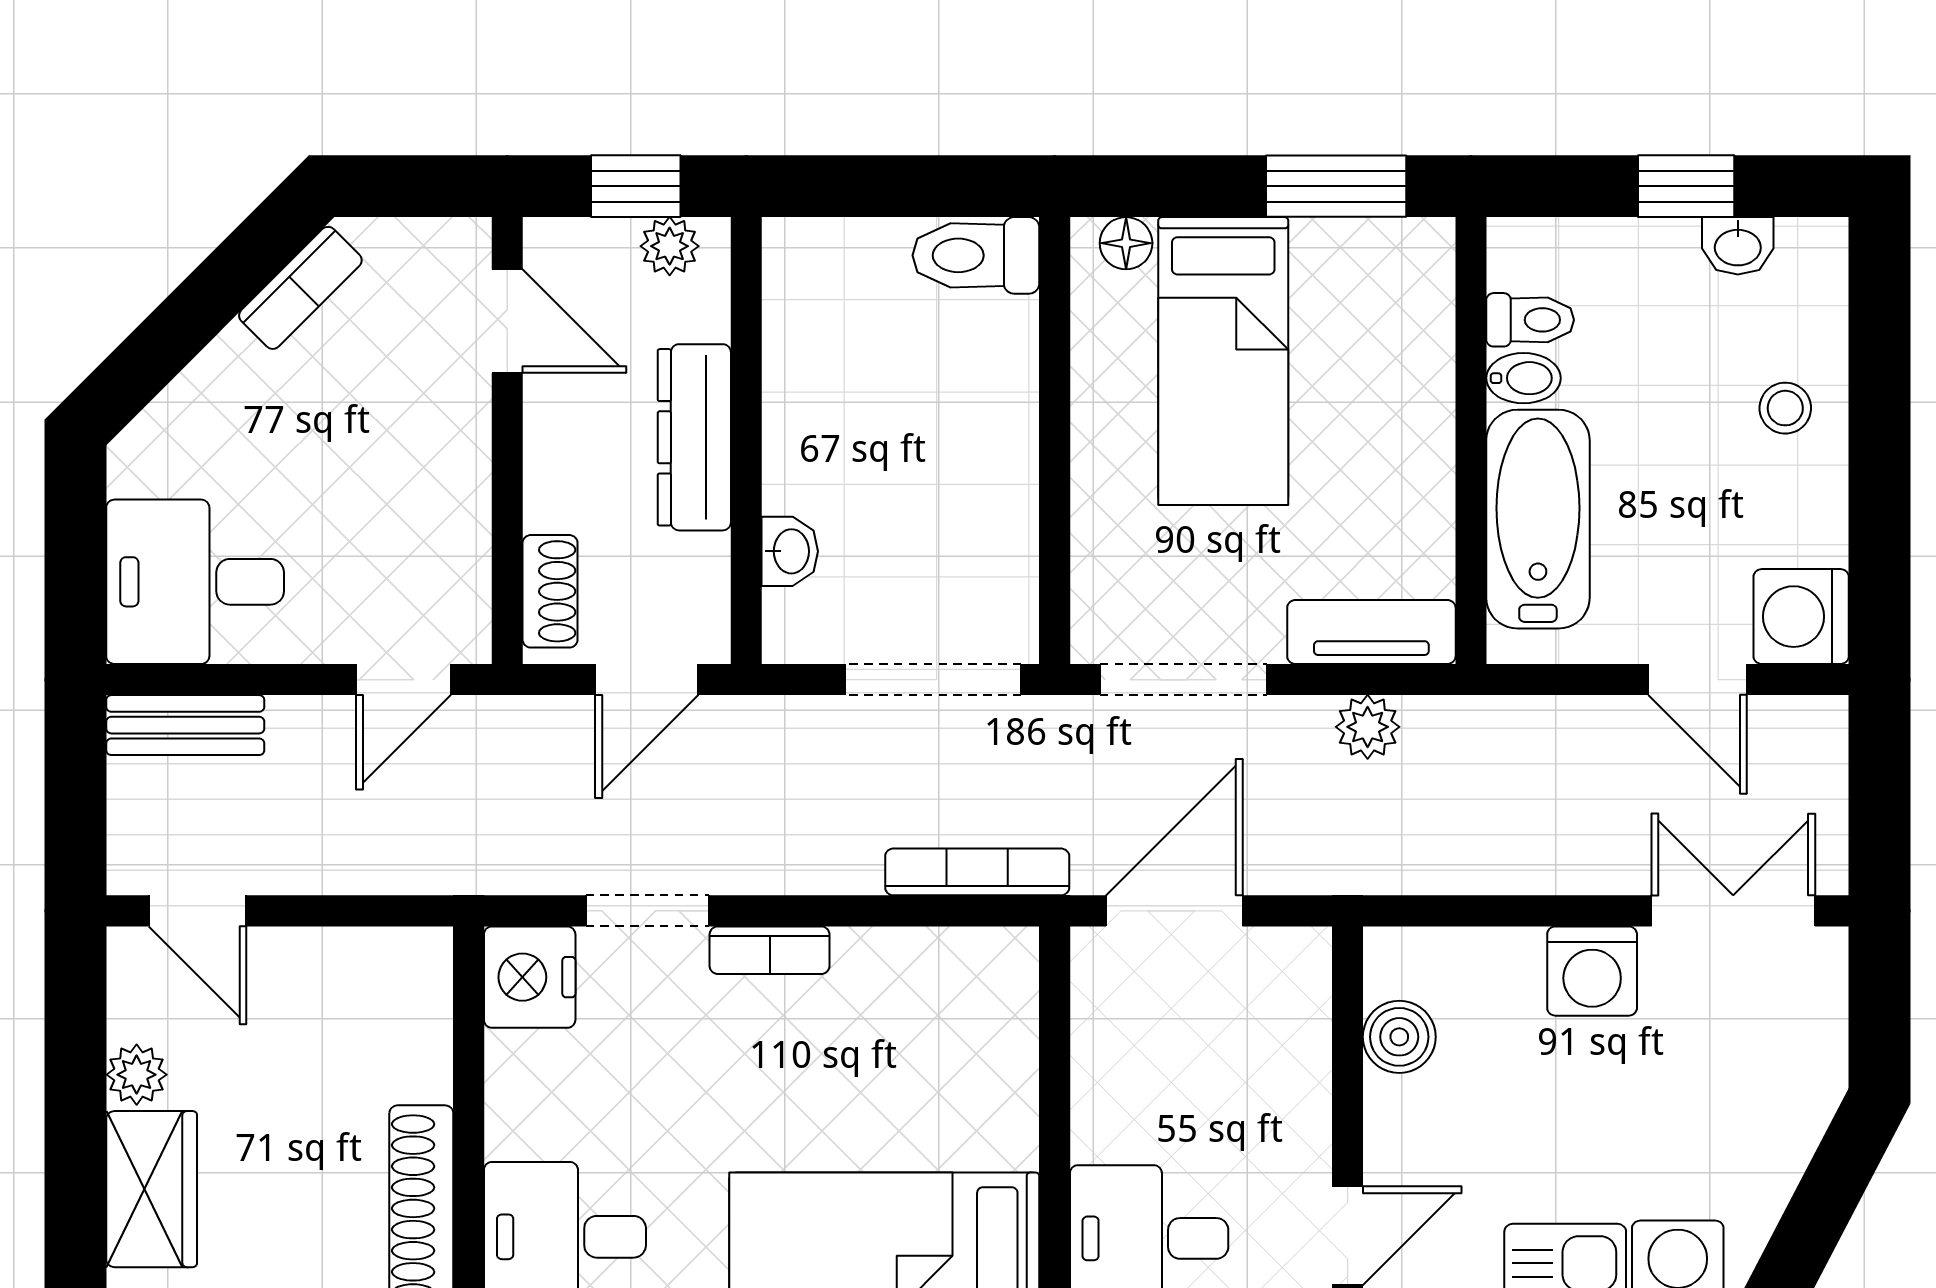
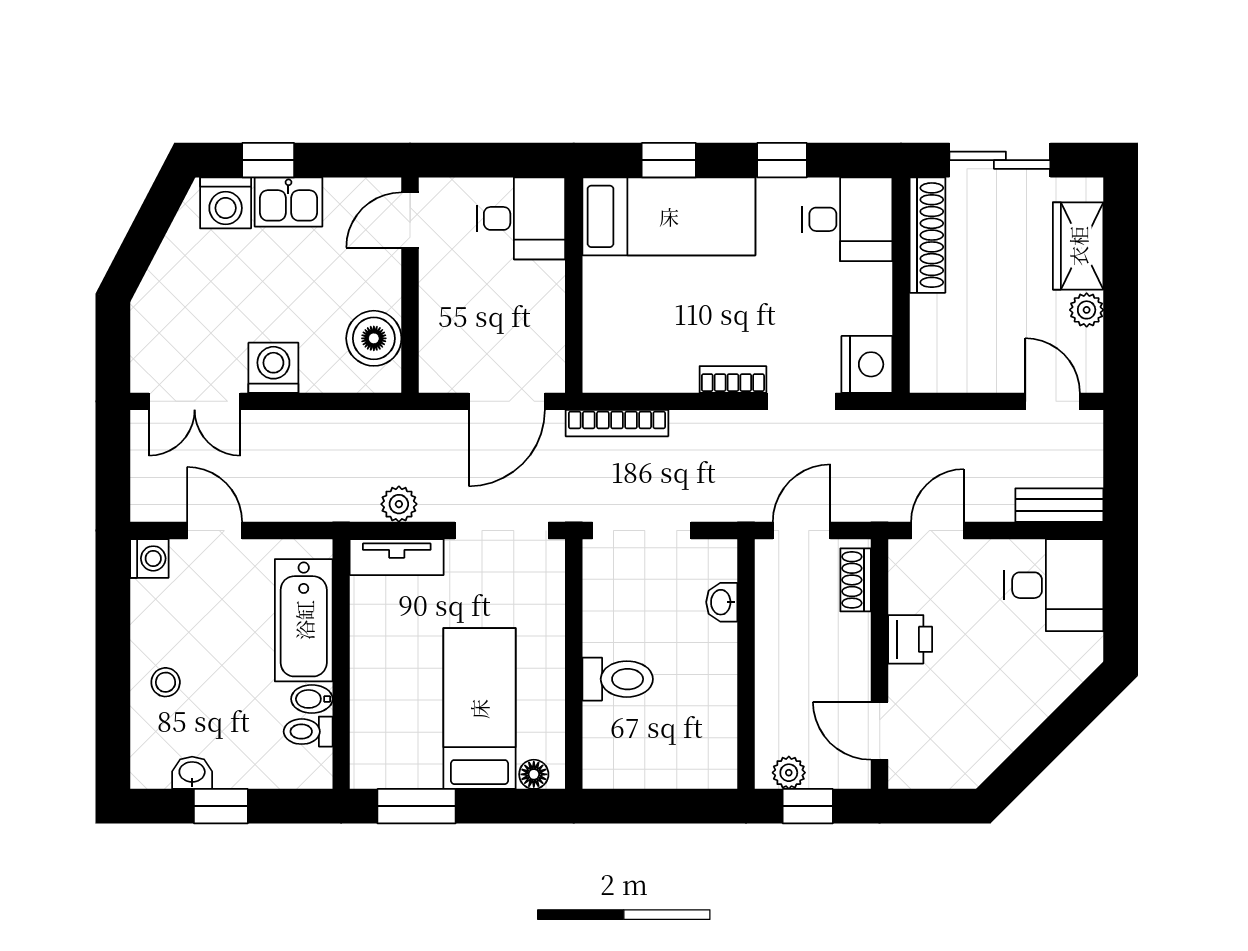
toilet: (976, 255) -> (618, 679), moved
bookcase: (300, 288) -> (995, 749), removed
dresser: (694, 437) -> (775, 666), removed
printer: (452, 485) -> (910, 639), added
washing machine: (1801, 617) -> (149, 558), width x0.73, depth x0.73
boiler: (1399, 1037) -> (374, 338), width x1.36, depth x1.36

